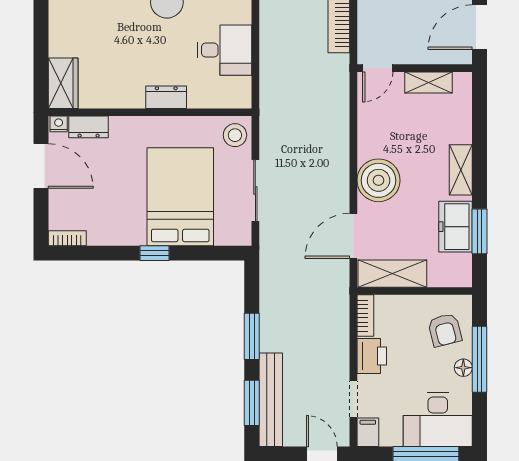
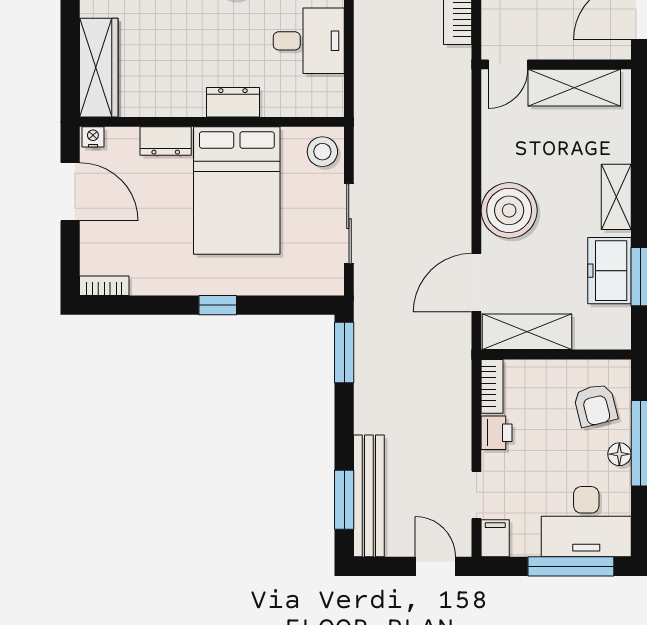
shelving: (428, 82) -> (574, 88), width x1.50, depth x1.33
wardrobe: (63, 83) -> (99, 68), width x1.50
dresser: (89, 127) -> (166, 141), moved
bed: (180, 197) -> (237, 190), moved, turned 180
window: (252, 336) -> (344, 352), moved
printer: (372, 356) -> (497, 433), width x0.73, depth x0.81

